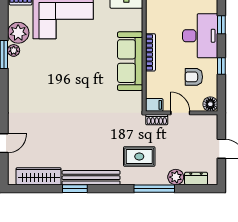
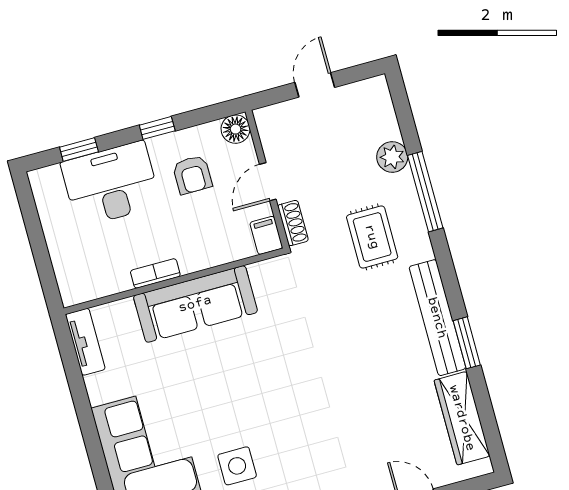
bookcase: (150, 52) -> (155, 273), width x0.64
side table: (45, 60) -> (237, 466), added
dresser: (196, 178) -> (384, 118), removed

